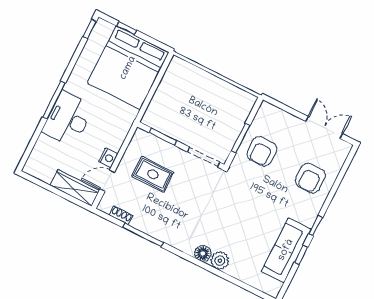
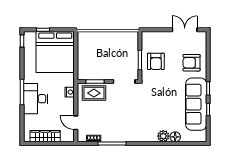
nightstand: (108, 158) -> (70, 92), moved
rug: (153, 174) -> (94, 93), moved
armchair: (310, 178) -> (192, 63), turned 90
door: (107, 181) -> (76, 123), hinge flipped
wardrobe: (75, 188) -> (45, 136), moved
sofa: (286, 250) -> (196, 104), width x1.36, depth x1.27
floor lamp: (203, 253) -> (175, 137), moved

